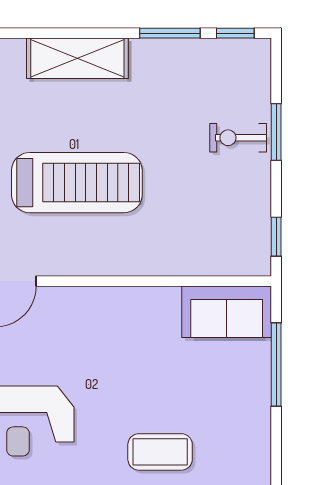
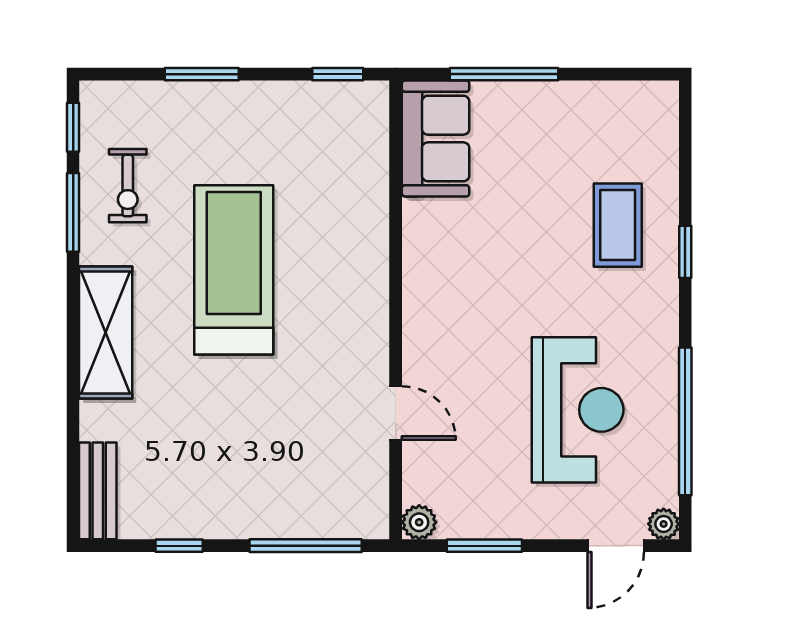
exercise bike: (238, 138) -> (128, 186), moved
treadmill: (77, 183) -> (234, 270), moved

